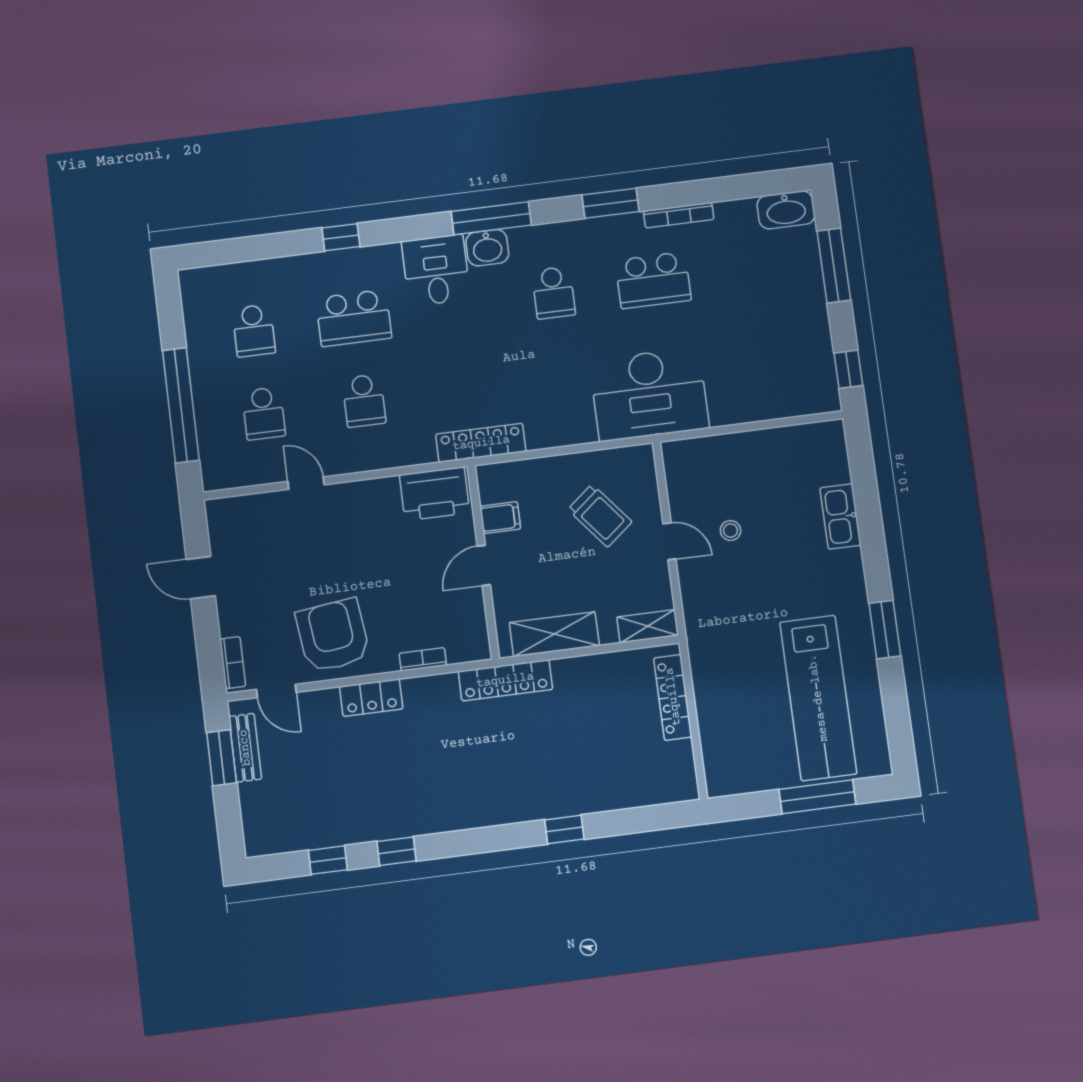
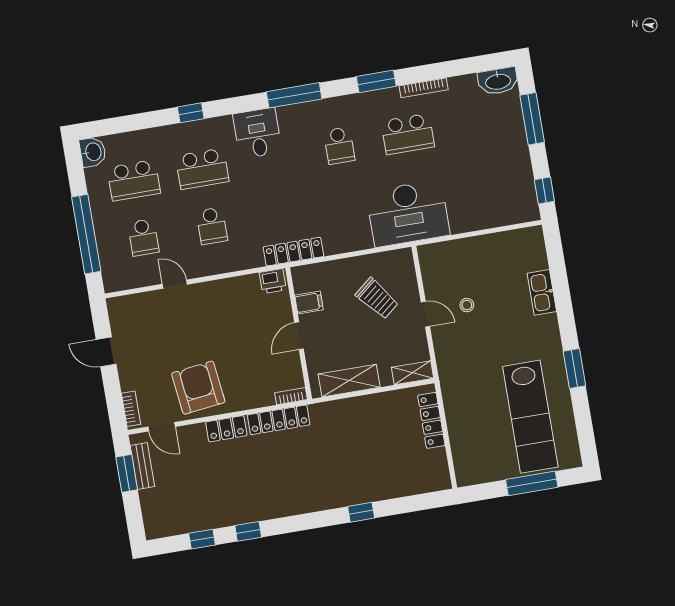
washbasin: (487, 248) -> (93, 152), moved, turned -90
school desk: (254, 331) -> (134, 180), width x1.85
printer: (435, 494) -> (273, 281), width x0.53, depth x0.68
bookcase: (423, 659) -> (291, 396), moved
locker: (505, 680) -> (279, 420), moved

